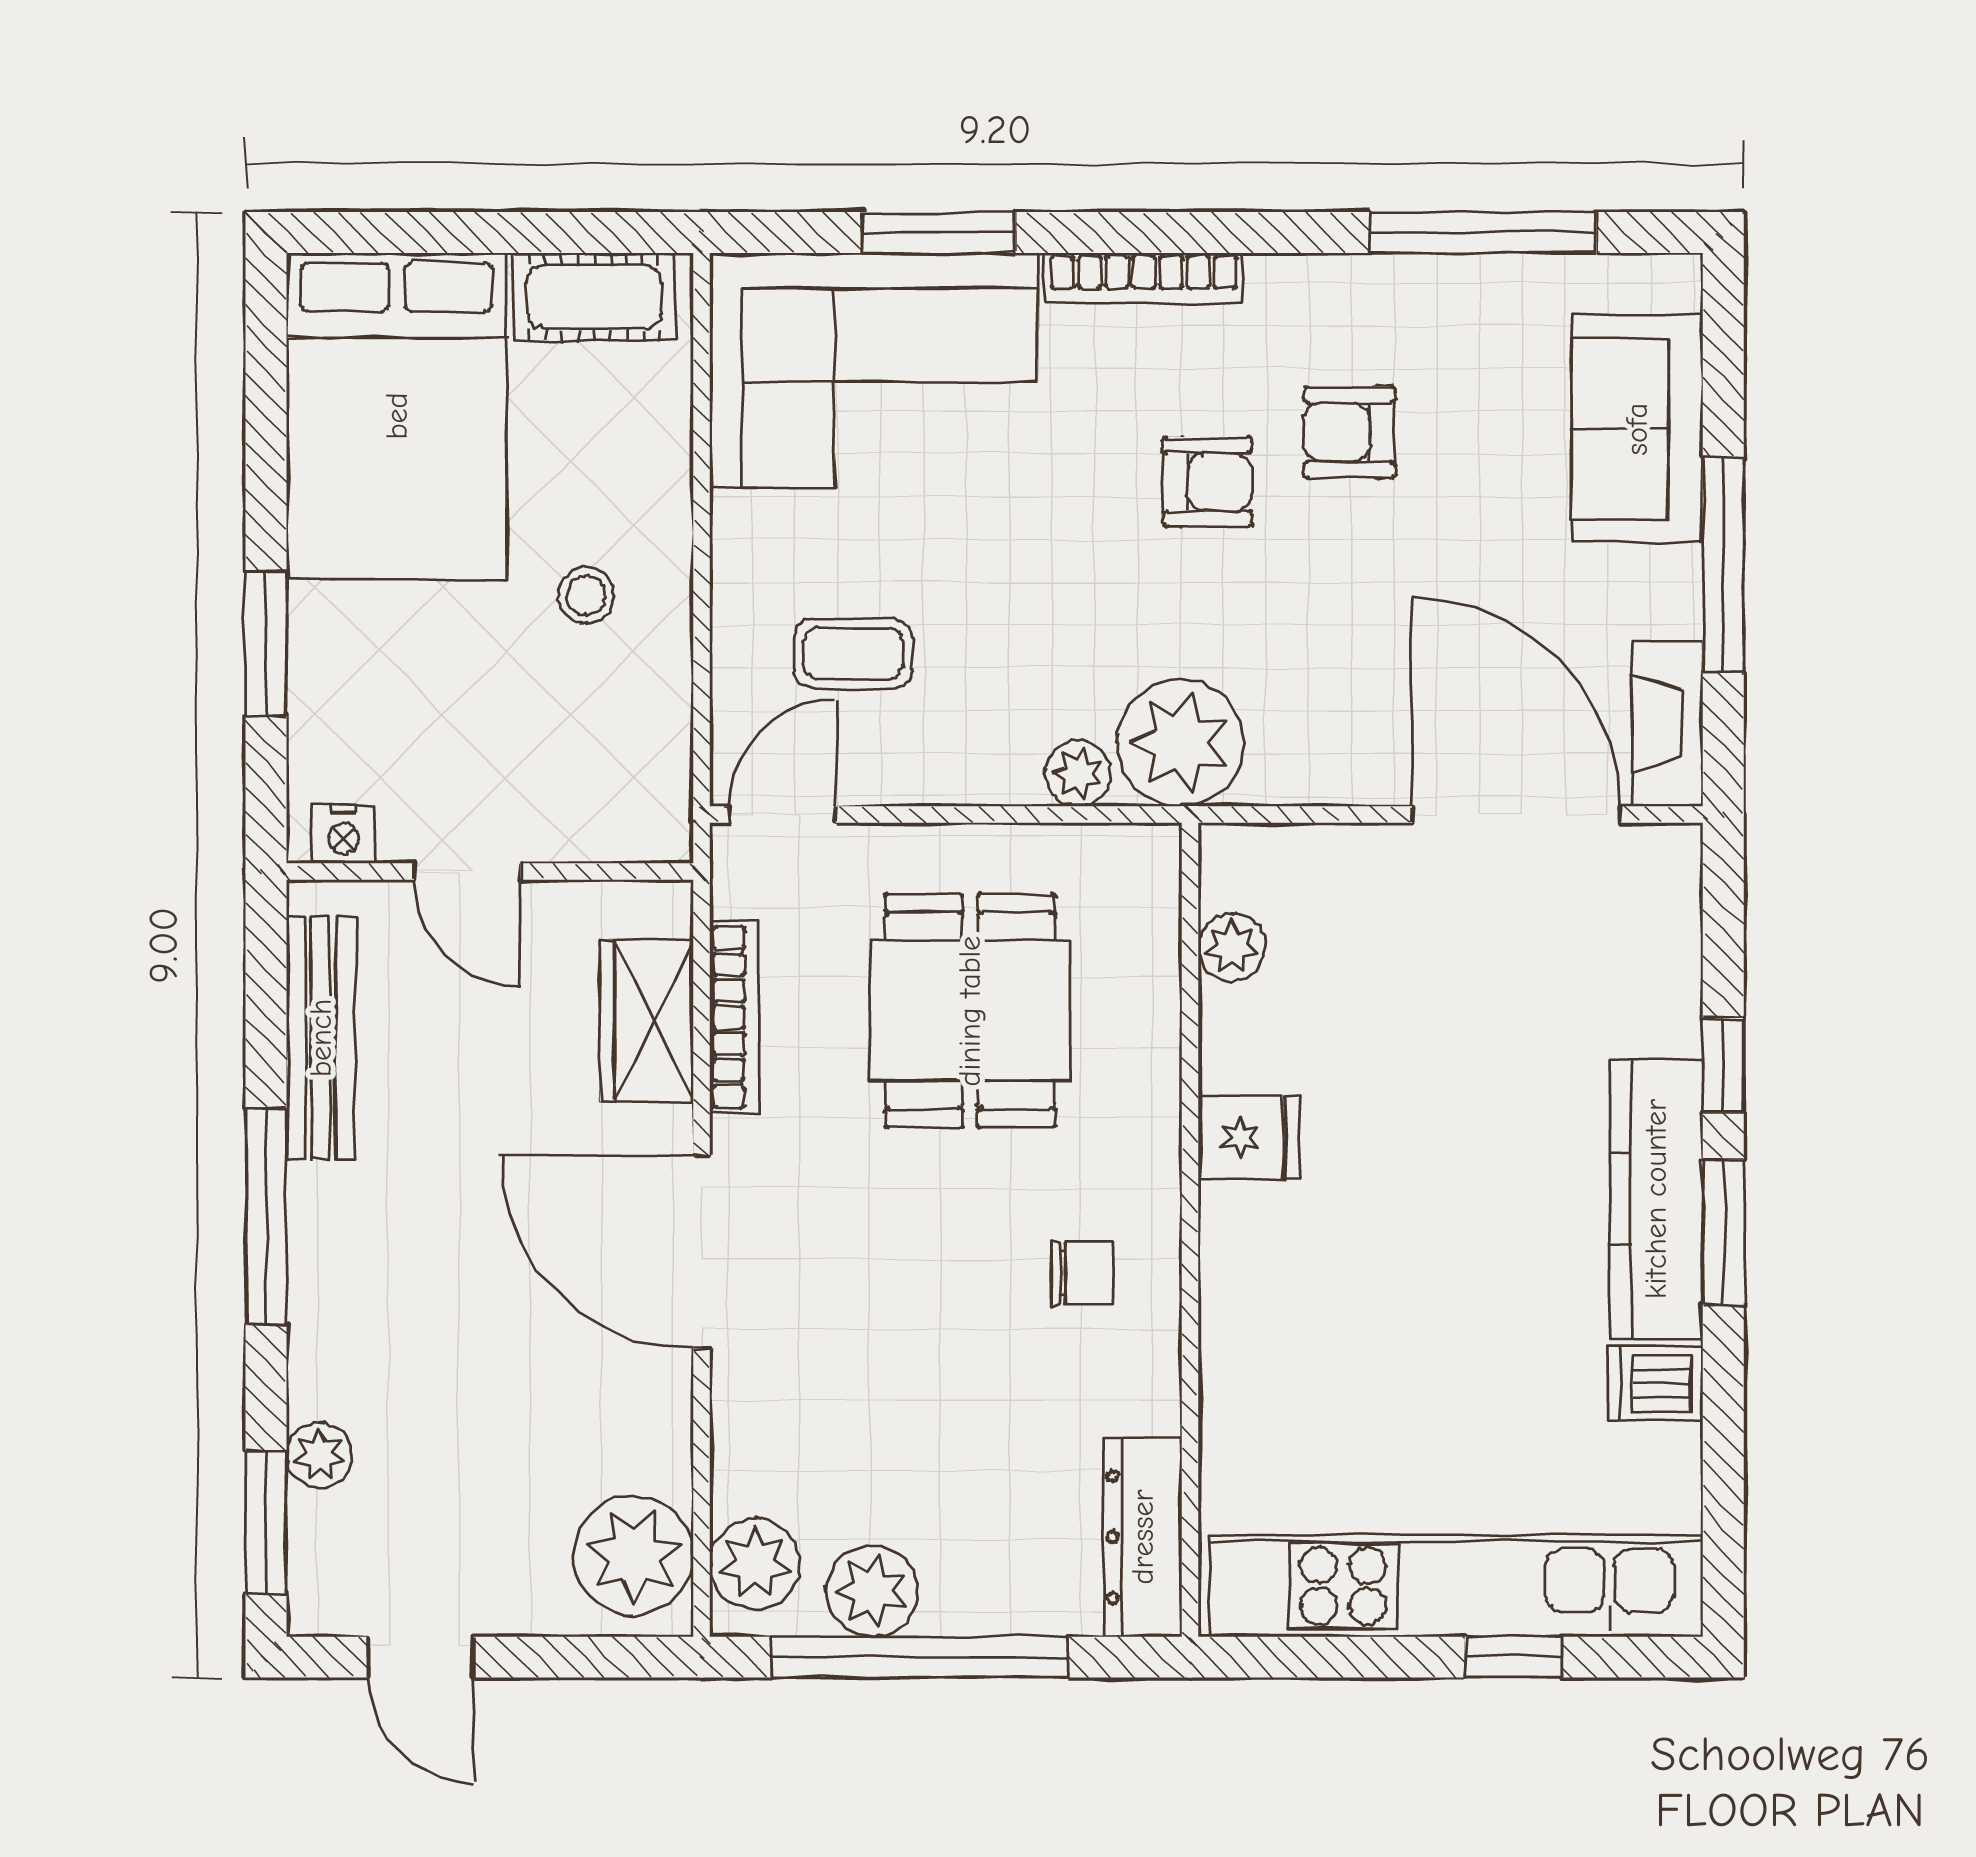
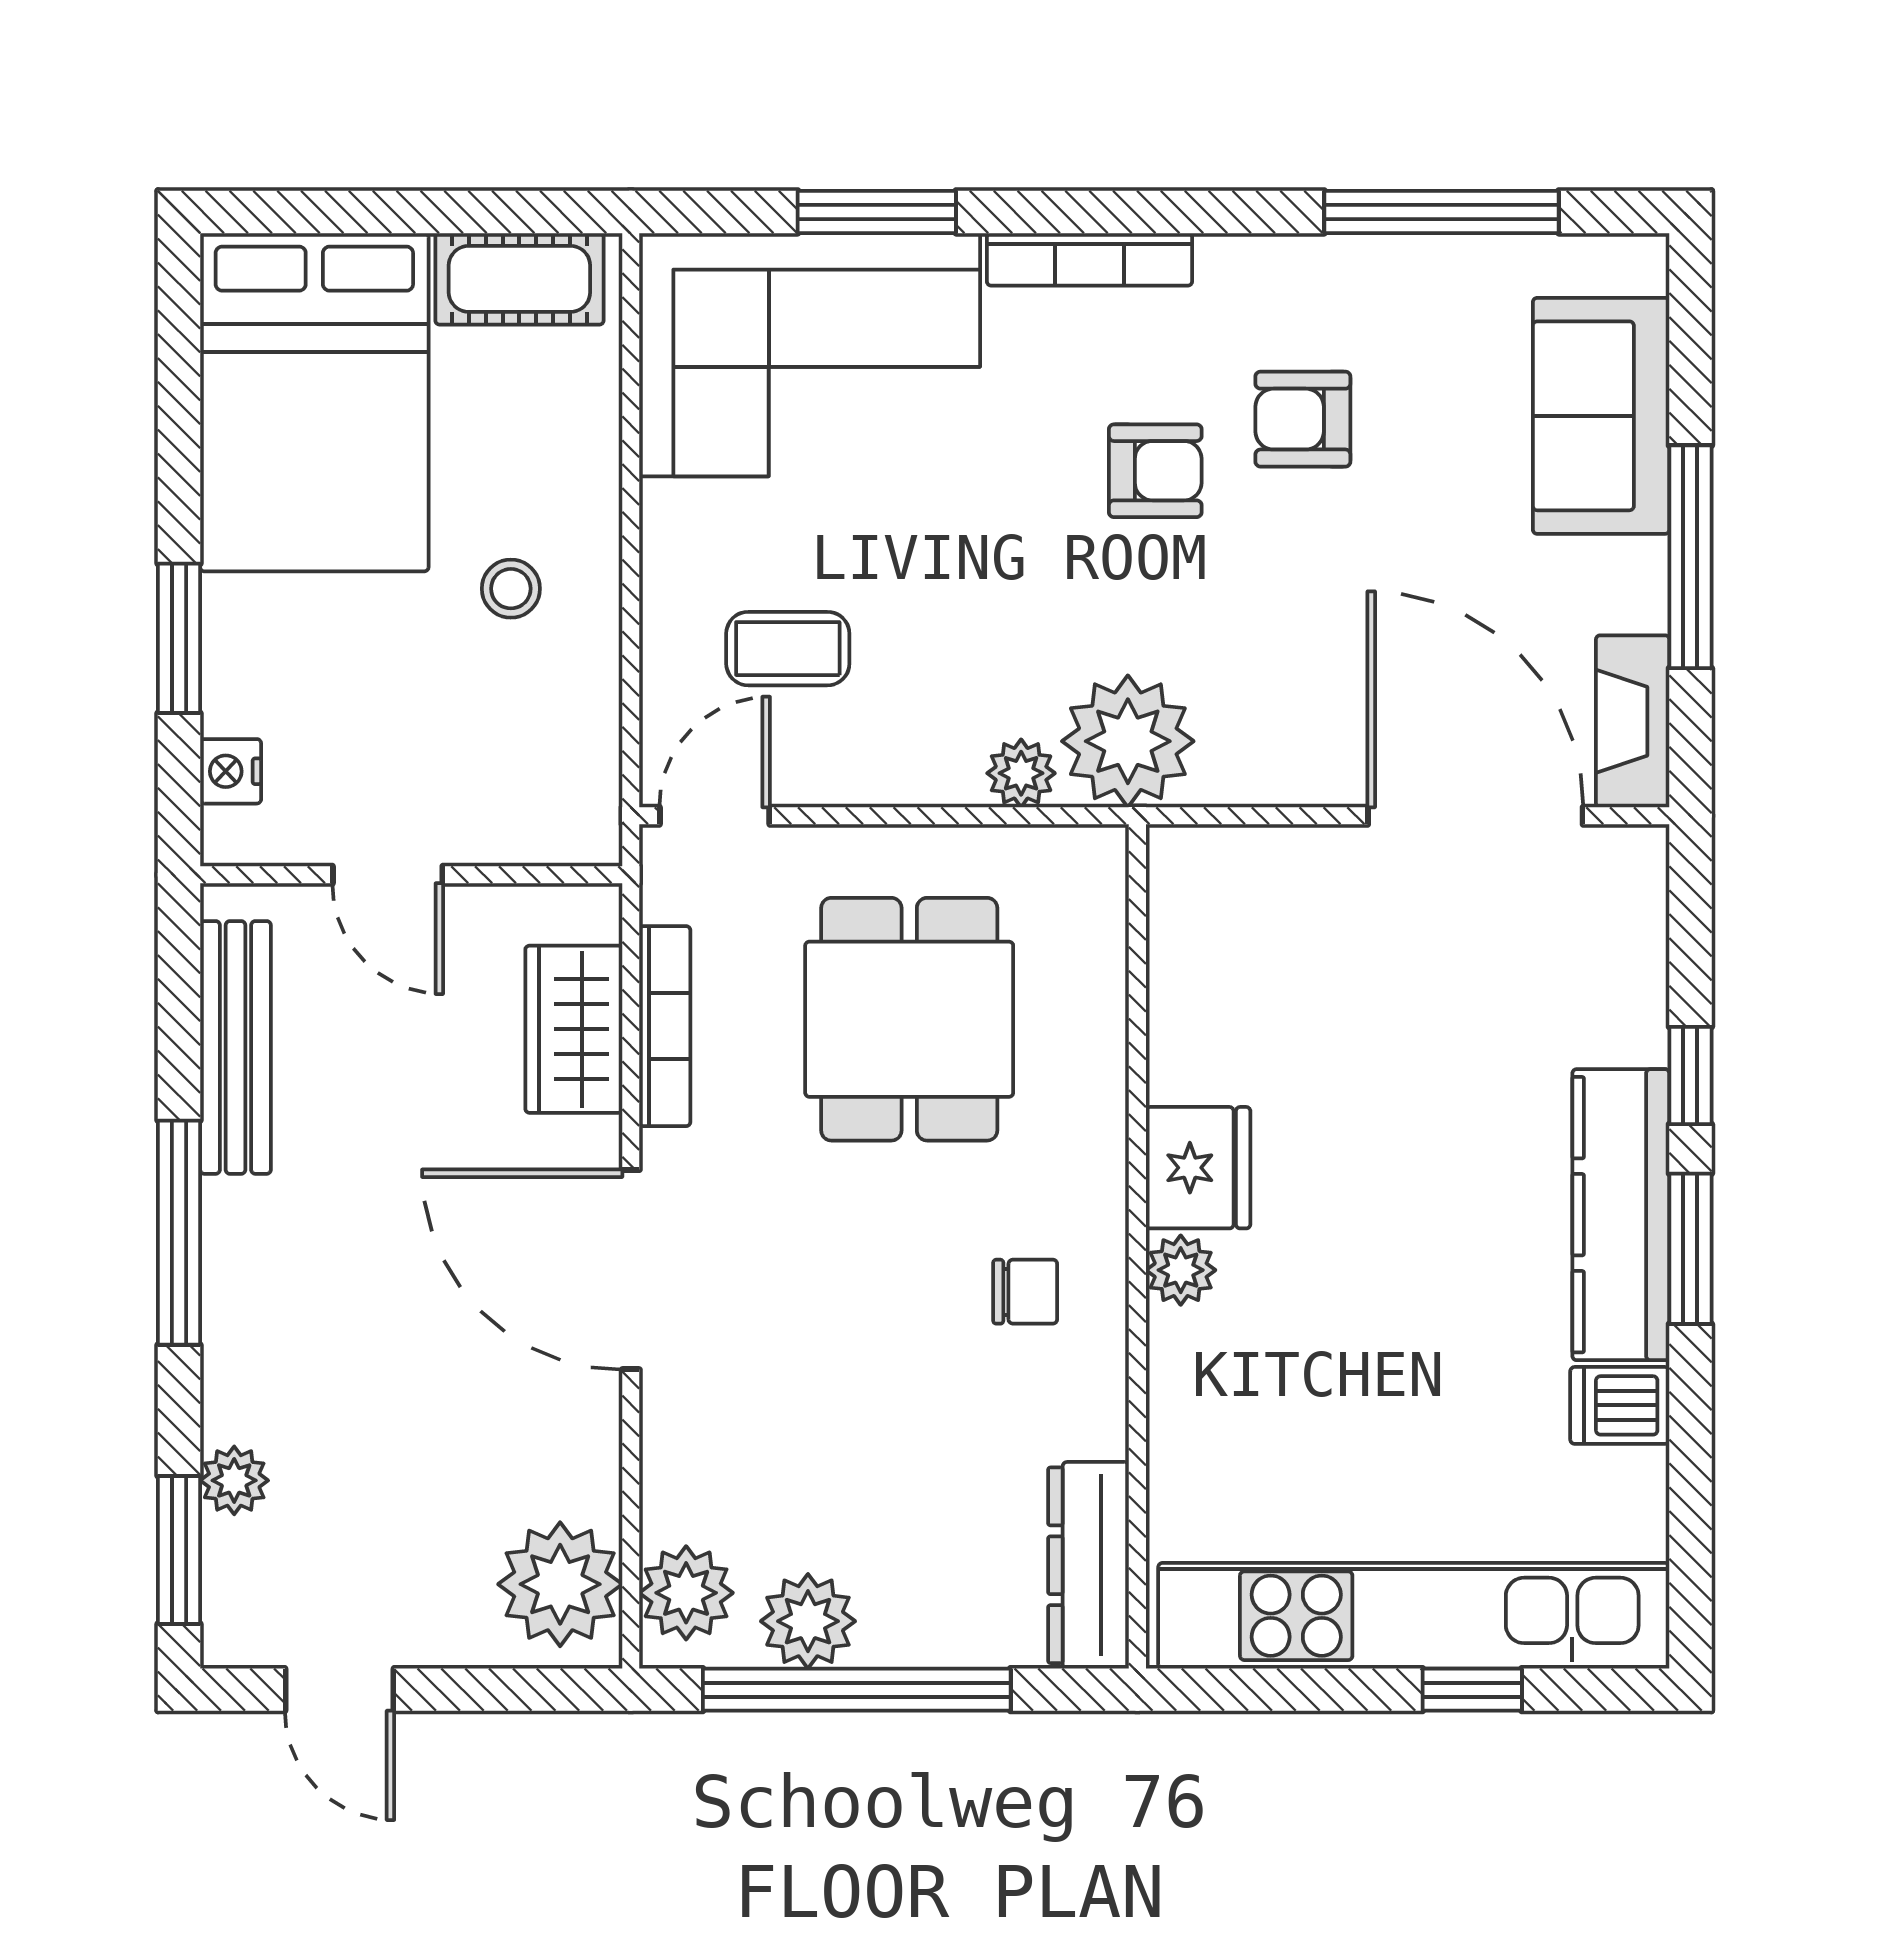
nightstand: (343, 834) -> (231, 771), moved, turned 90
plant: (1232, 947) -> (1181, 1270), moved
fridge: (1249, 1138) -> (1198, 1168), width x1.38

